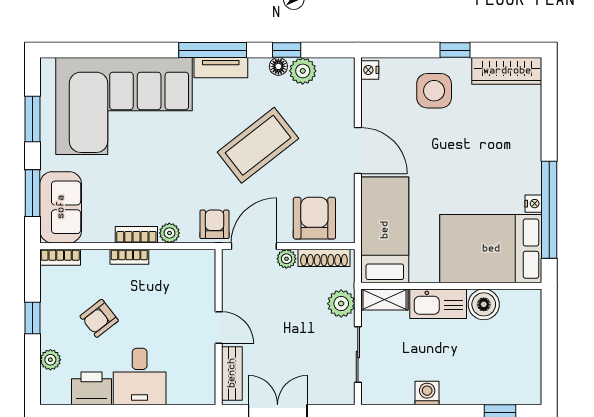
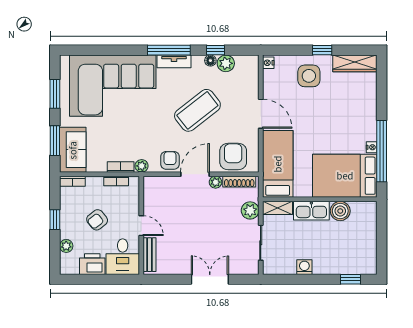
wall: (219, 327) -> (141, 225), moved
door: (219, 328) -> (141, 226), moved
bench: (232, 373) -> (150, 255), moved

